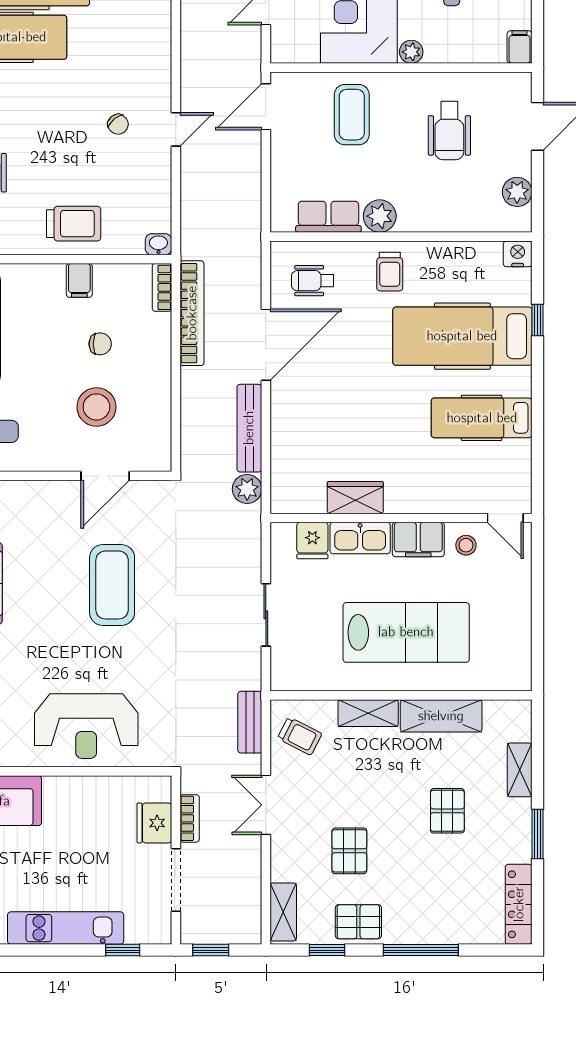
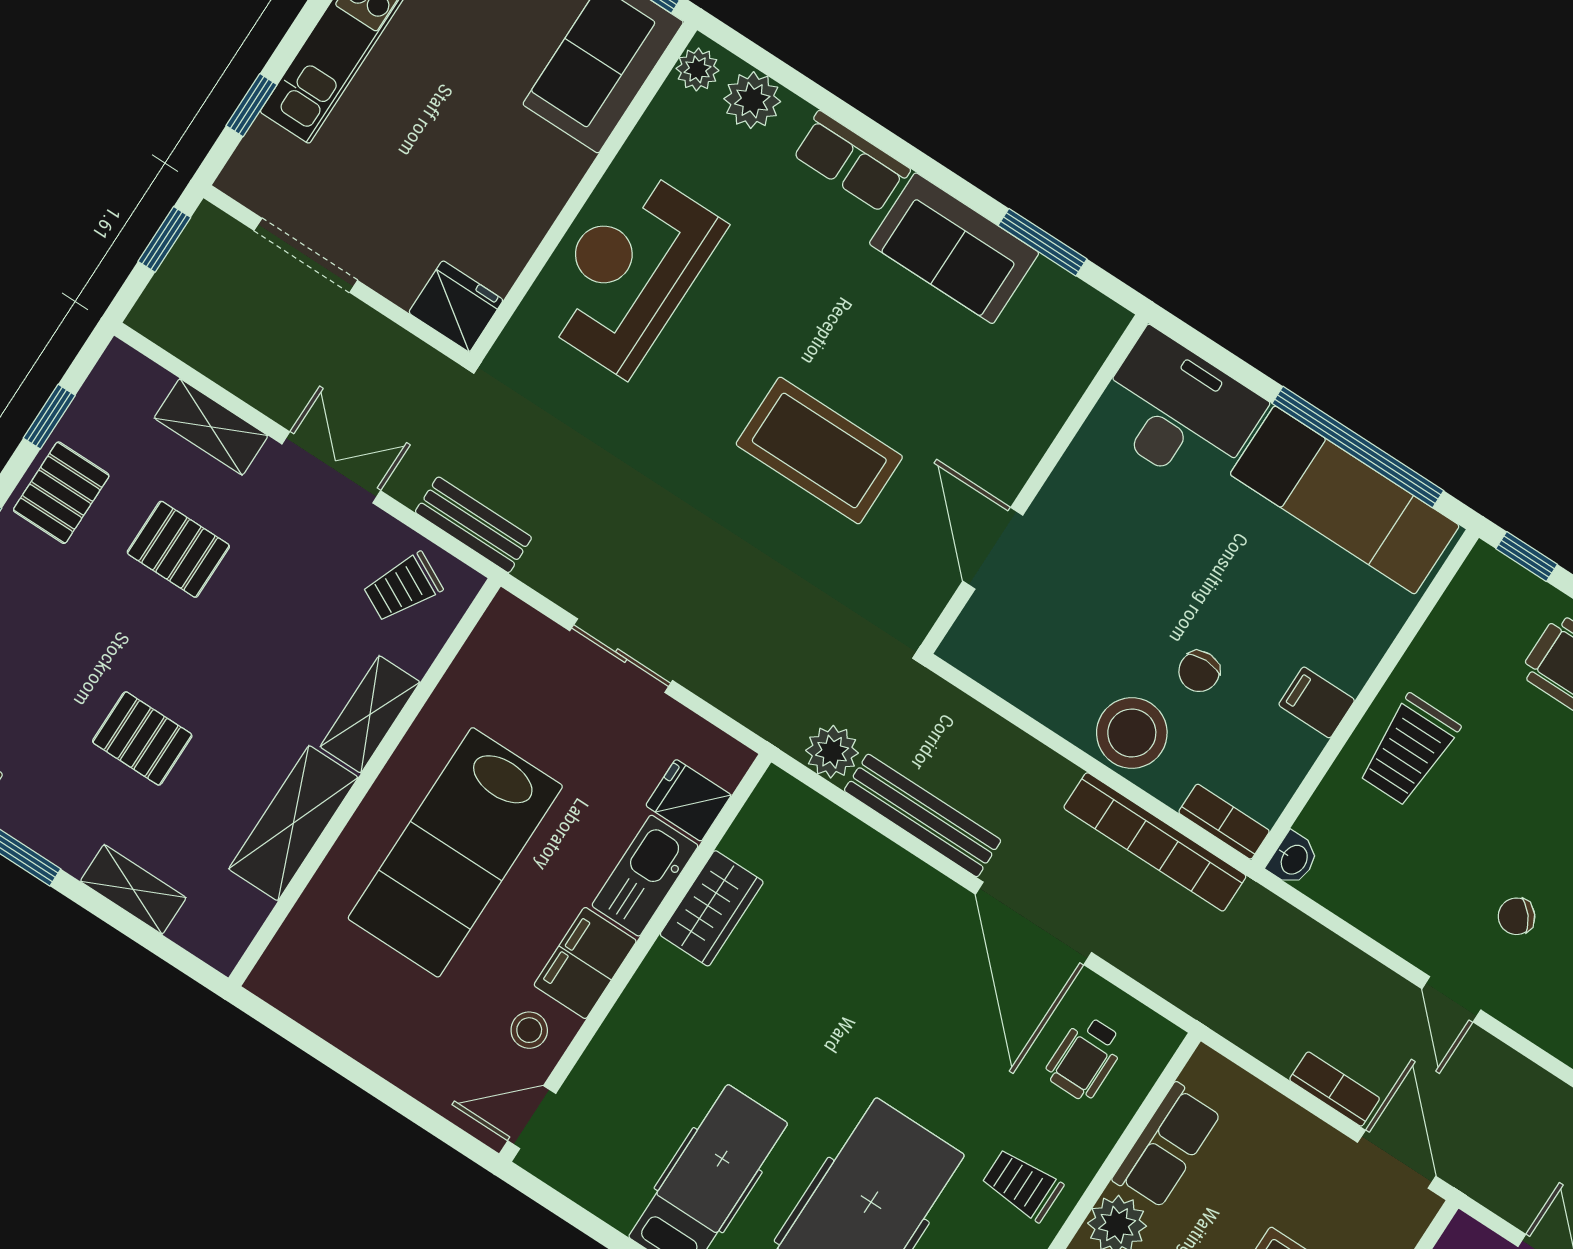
wheelchair: (313, 281) -> (1085, 1058), turned 180
stool: (96, 407) -> (1132, 733), moved
bookcase: (190, 818) -> (1335, 1089), moved, turned 180
fridge: (154, 823) -> (456, 306), moved
shelving: (283, 912) -> (211, 427), moved

